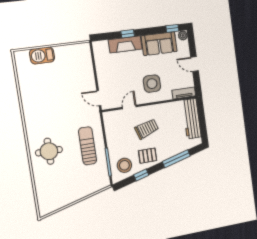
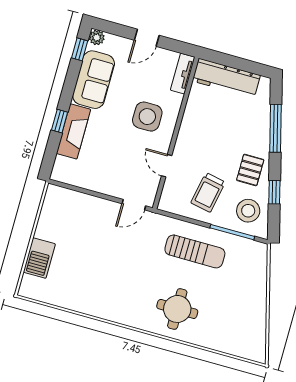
trolley: (147, 129) -> (208, 192), moved, turned -151
sun lounger: (88, 146) -> (195, 251), turned 180

